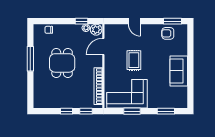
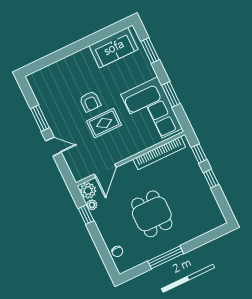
door: (134, 21) -> (53, 147), hinge flipped
window: (173, 21) -> (40, 118), moved
armchair: (168, 33) -> (90, 101), moved
door: (103, 47) -> (105, 171), hinge flipped
dining table: (62, 63) -> (152, 214), turned 90
sofa: (179, 71) -> (114, 48), moved

